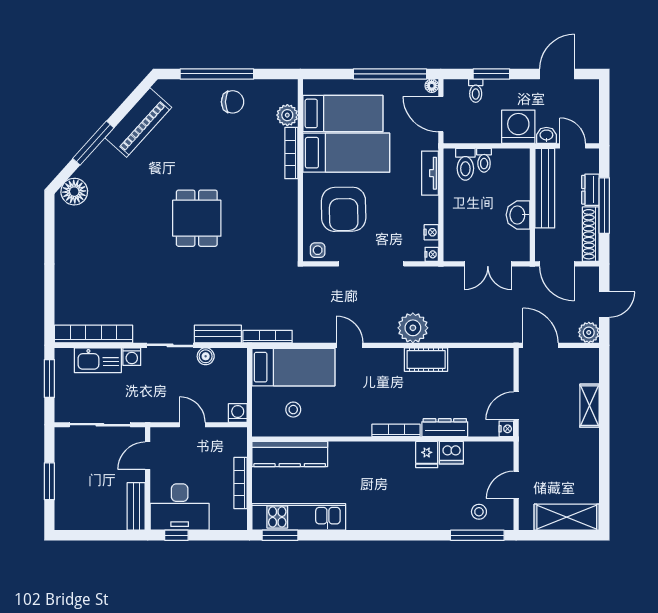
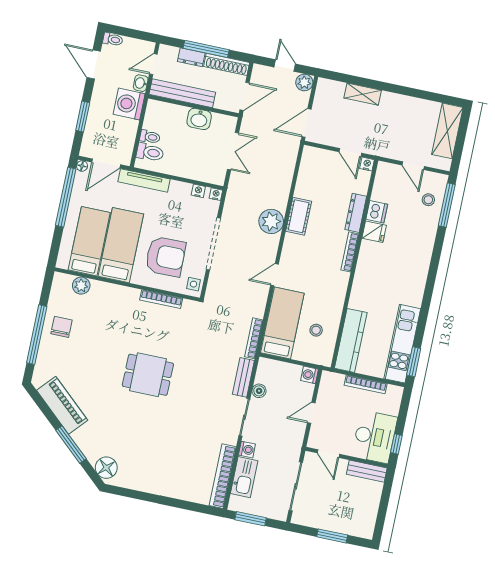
toilet: (476, 91) -> (113, 39), moved
bookcase: (291, 153) -> (161, 299), moved
tv unit: (430, 173) -> (144, 180), width x1.41

